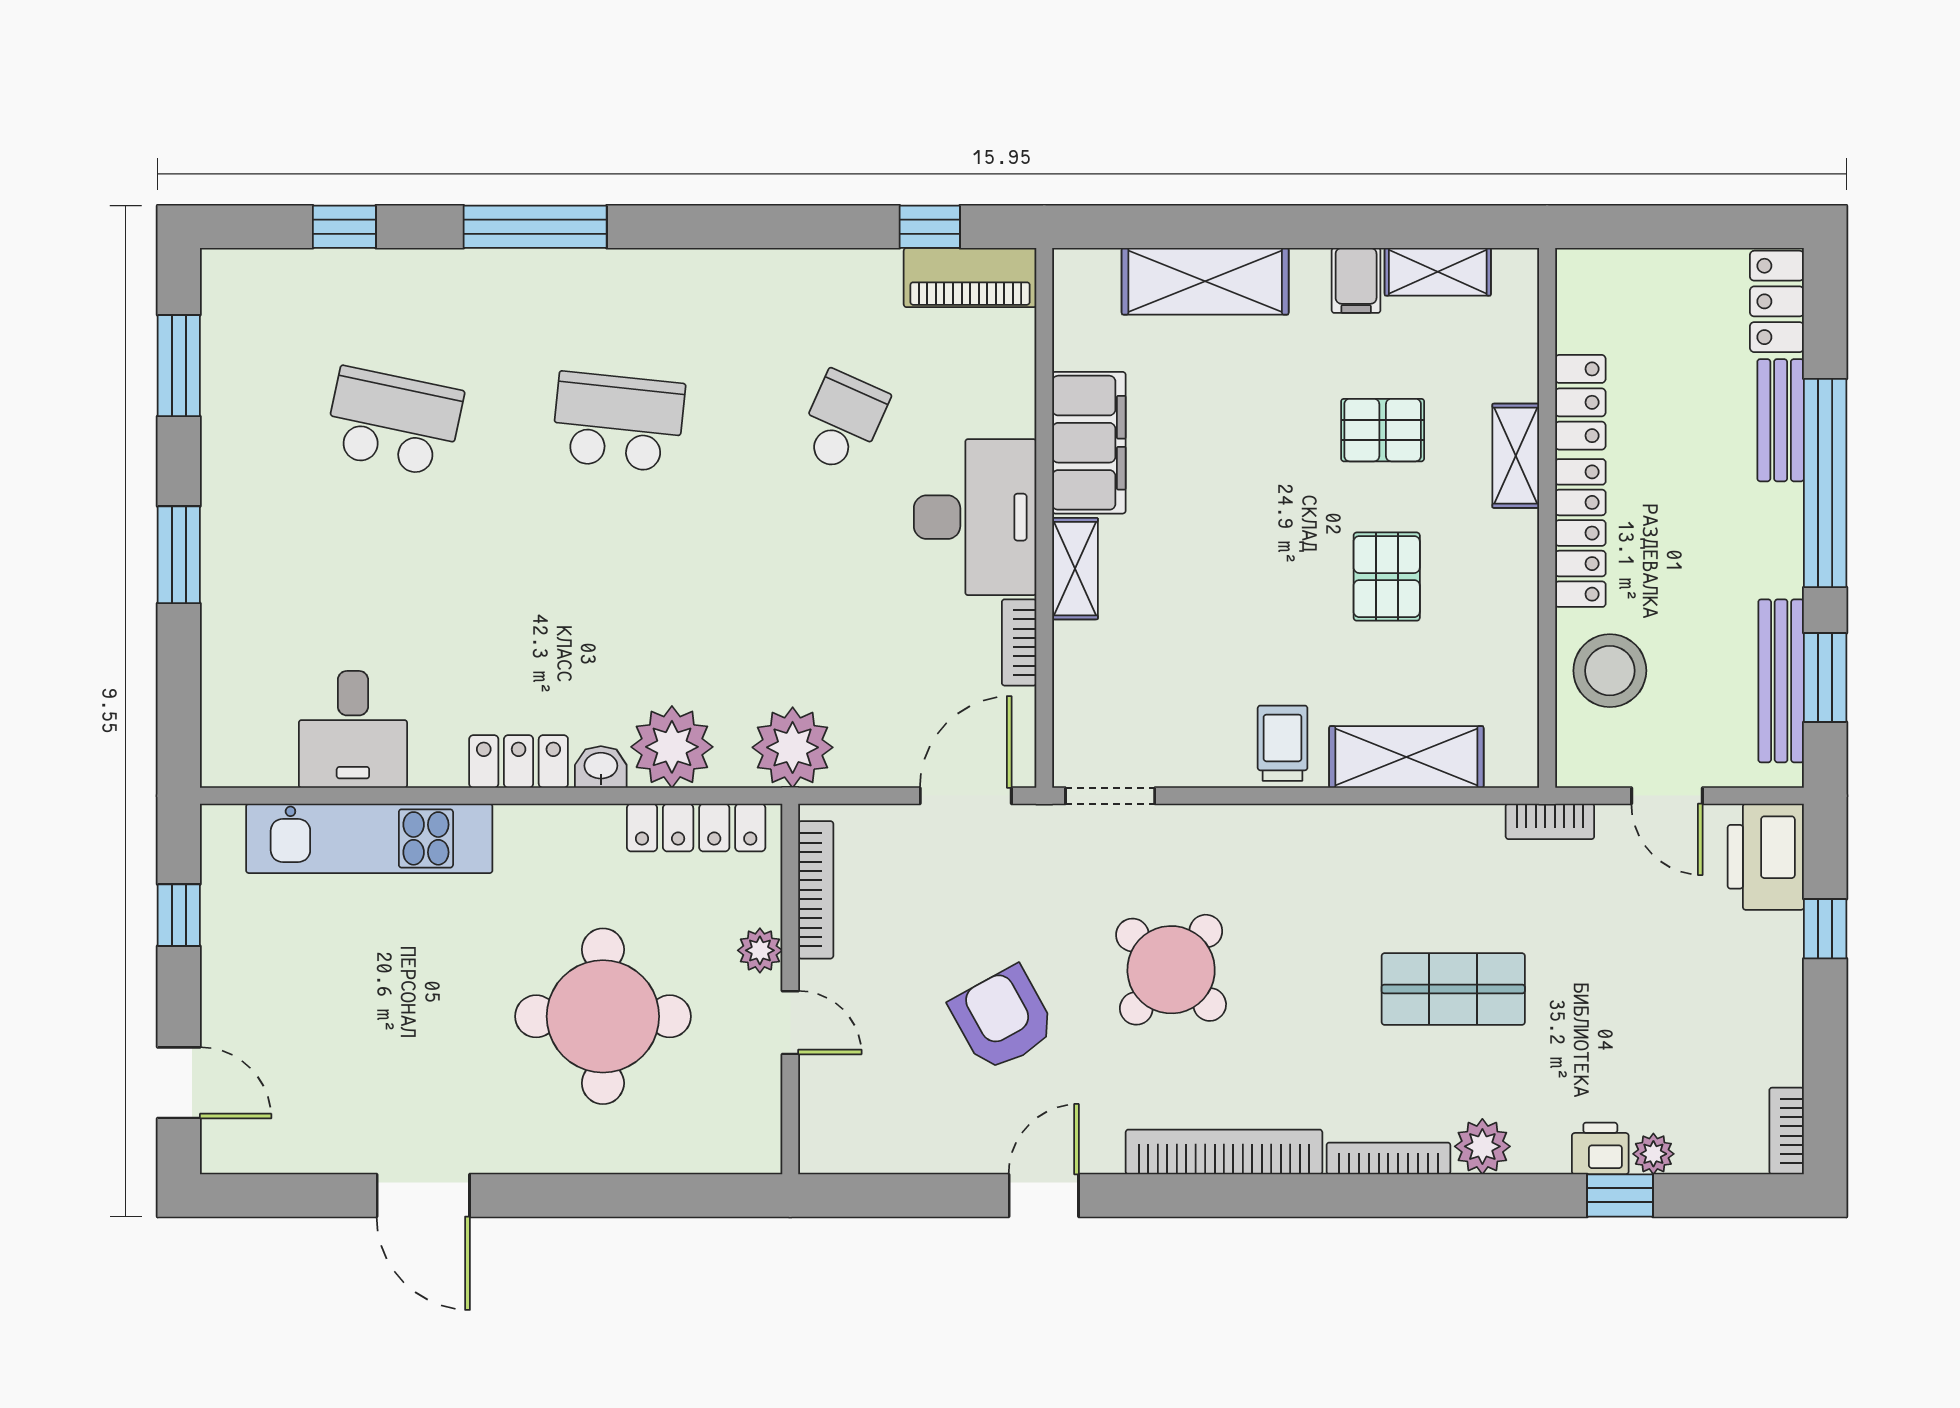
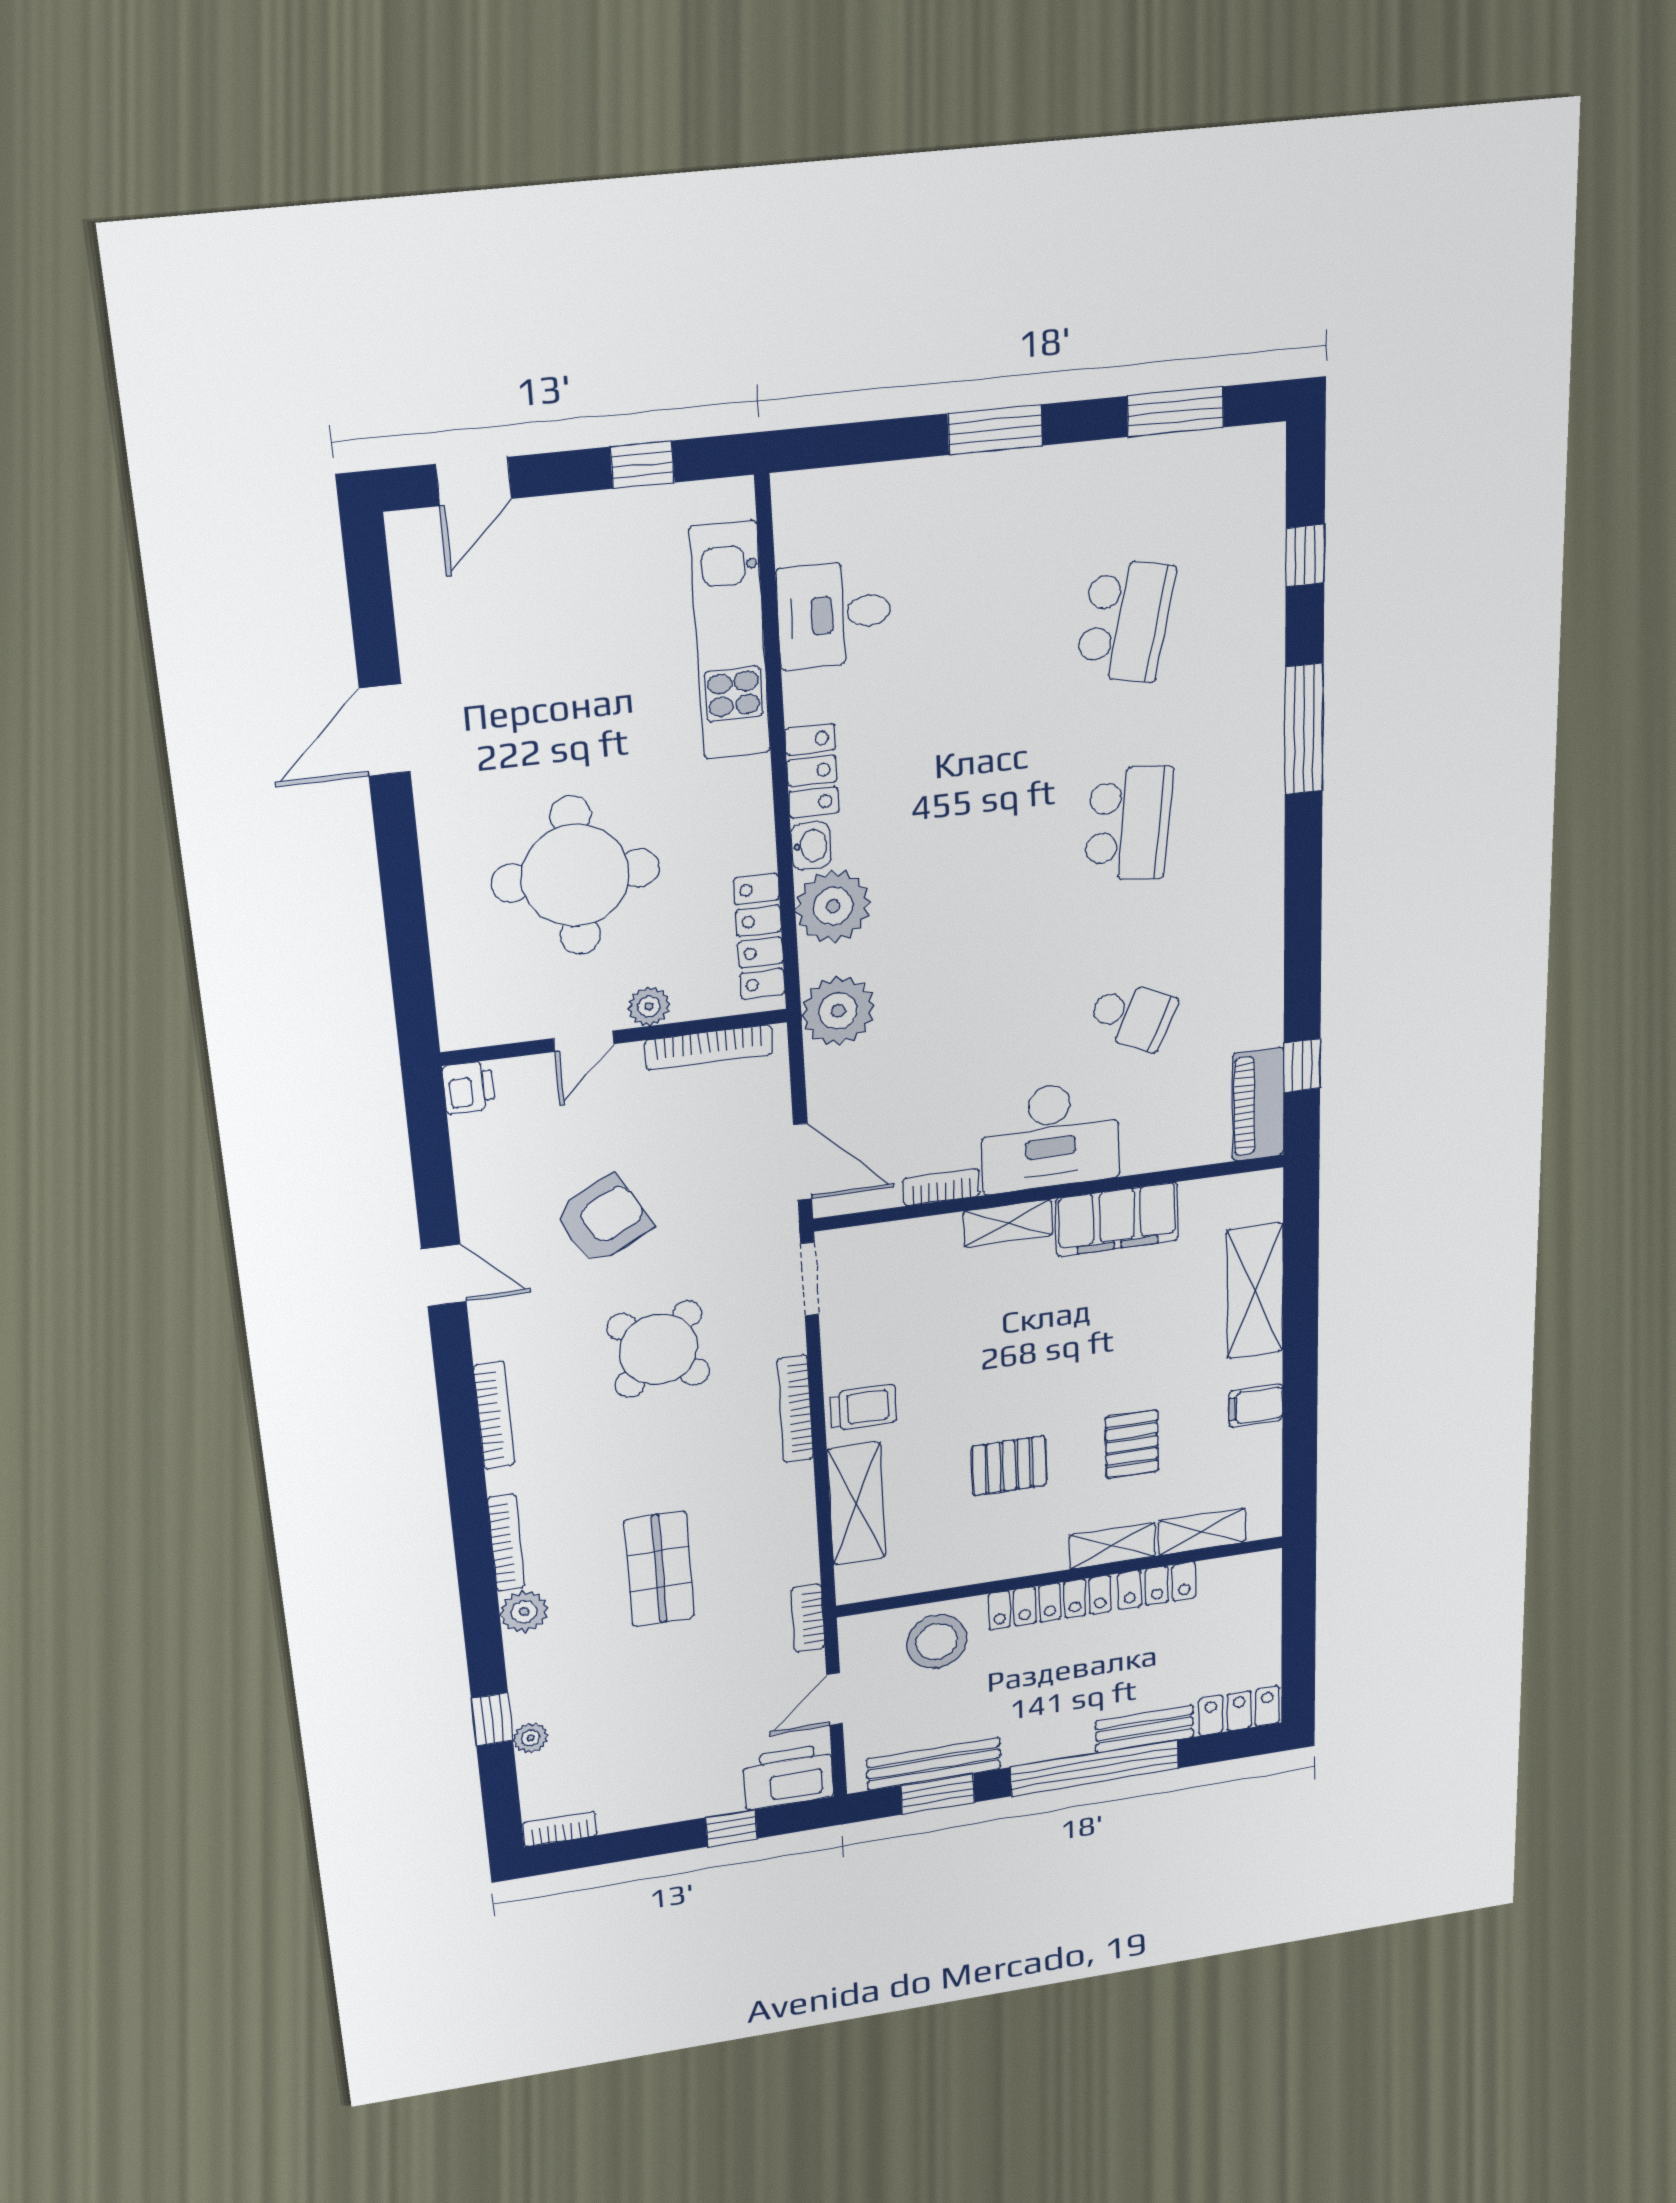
shelving: (1438, 272) -> (1202, 1531), moved, turned 90
bookcase: (1271, 821) -> (795, 1409), added
printer: (1600, 1148) -> (469, 1087), moved
bookcase: (1224, 1152) -> (494, 1415), width x0.68, depth x0.76

